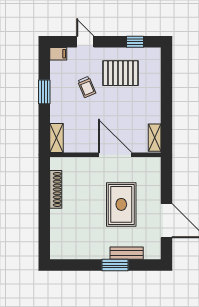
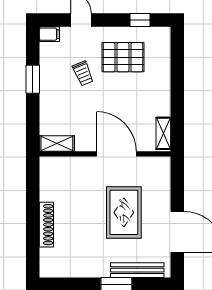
shelving: (57, 138) -> (57, 143), moved, turned 90
shoe rack: (56, 189) -> (46, 225), moved
bench: (127, 253) -> (137, 270), width x1.36

